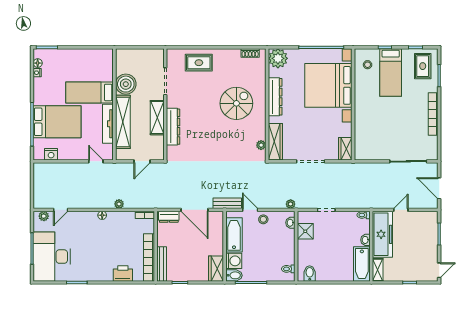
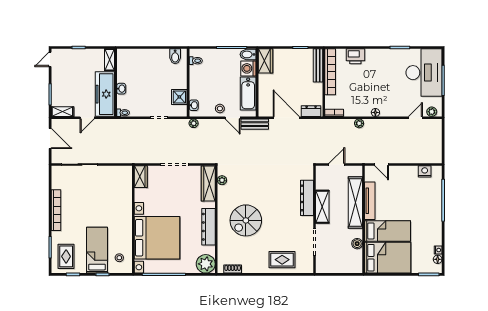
boiler: (126, 84) -> (357, 244), width x0.54, depth x0.54
bed: (57, 122) -> (388, 258), moved, turned 180
shelving: (426, 216) -> (62, 112), added
bathtub: (362, 264) -> (125, 65), removed

